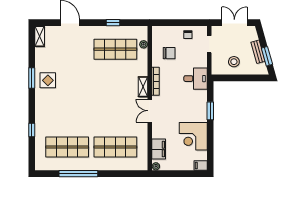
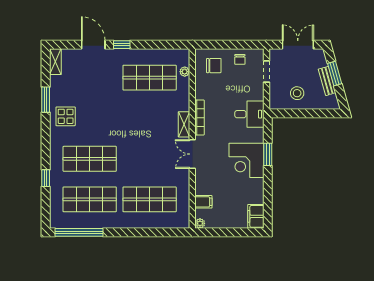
window: (113, 23) -> (122, 45), moved
chair: (169, 53) -> (214, 66), moved
window: (267, 56) -> (335, 74), moved
window: (32, 78) -> (46, 100), moved
shop shelf: (67, 114) -> (90, 159), added
corner desk: (193, 136) -> (246, 160), moved
filing cabinet: (159, 149) -> (203, 202), width x0.50
filing cabinet: (201, 166) -> (256, 216), width x2.00
window: (78, 174) -> (79, 232), moved

